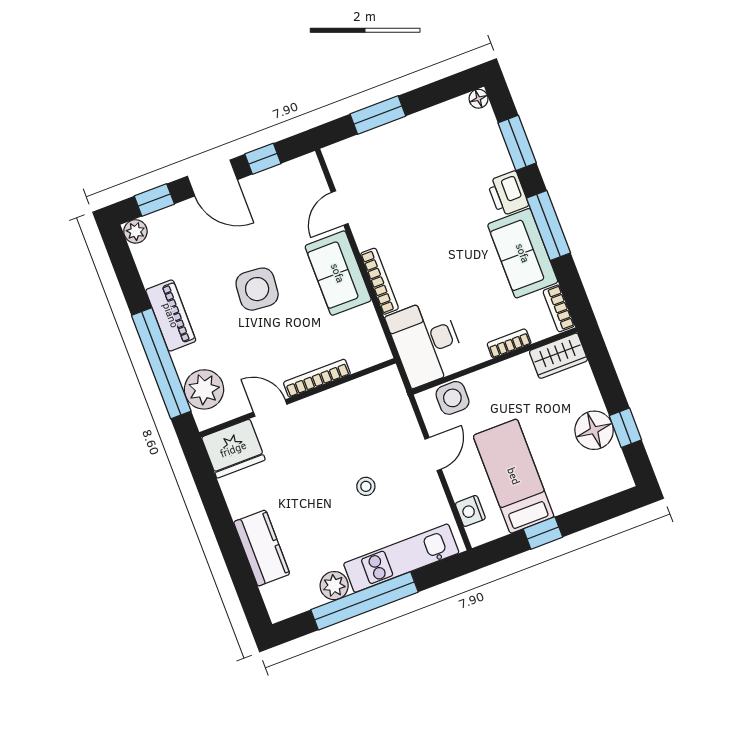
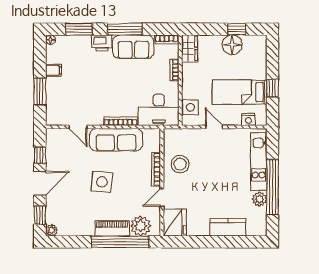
filing cabinet: (425, 125) -> (53, 70), added
sofa: (338, 273) -> (116, 140), width x1.36
piano: (171, 315) -> (112, 229), moved
stool: (366, 486) -> (180, 164), moved, width x1.89, depth x1.89

